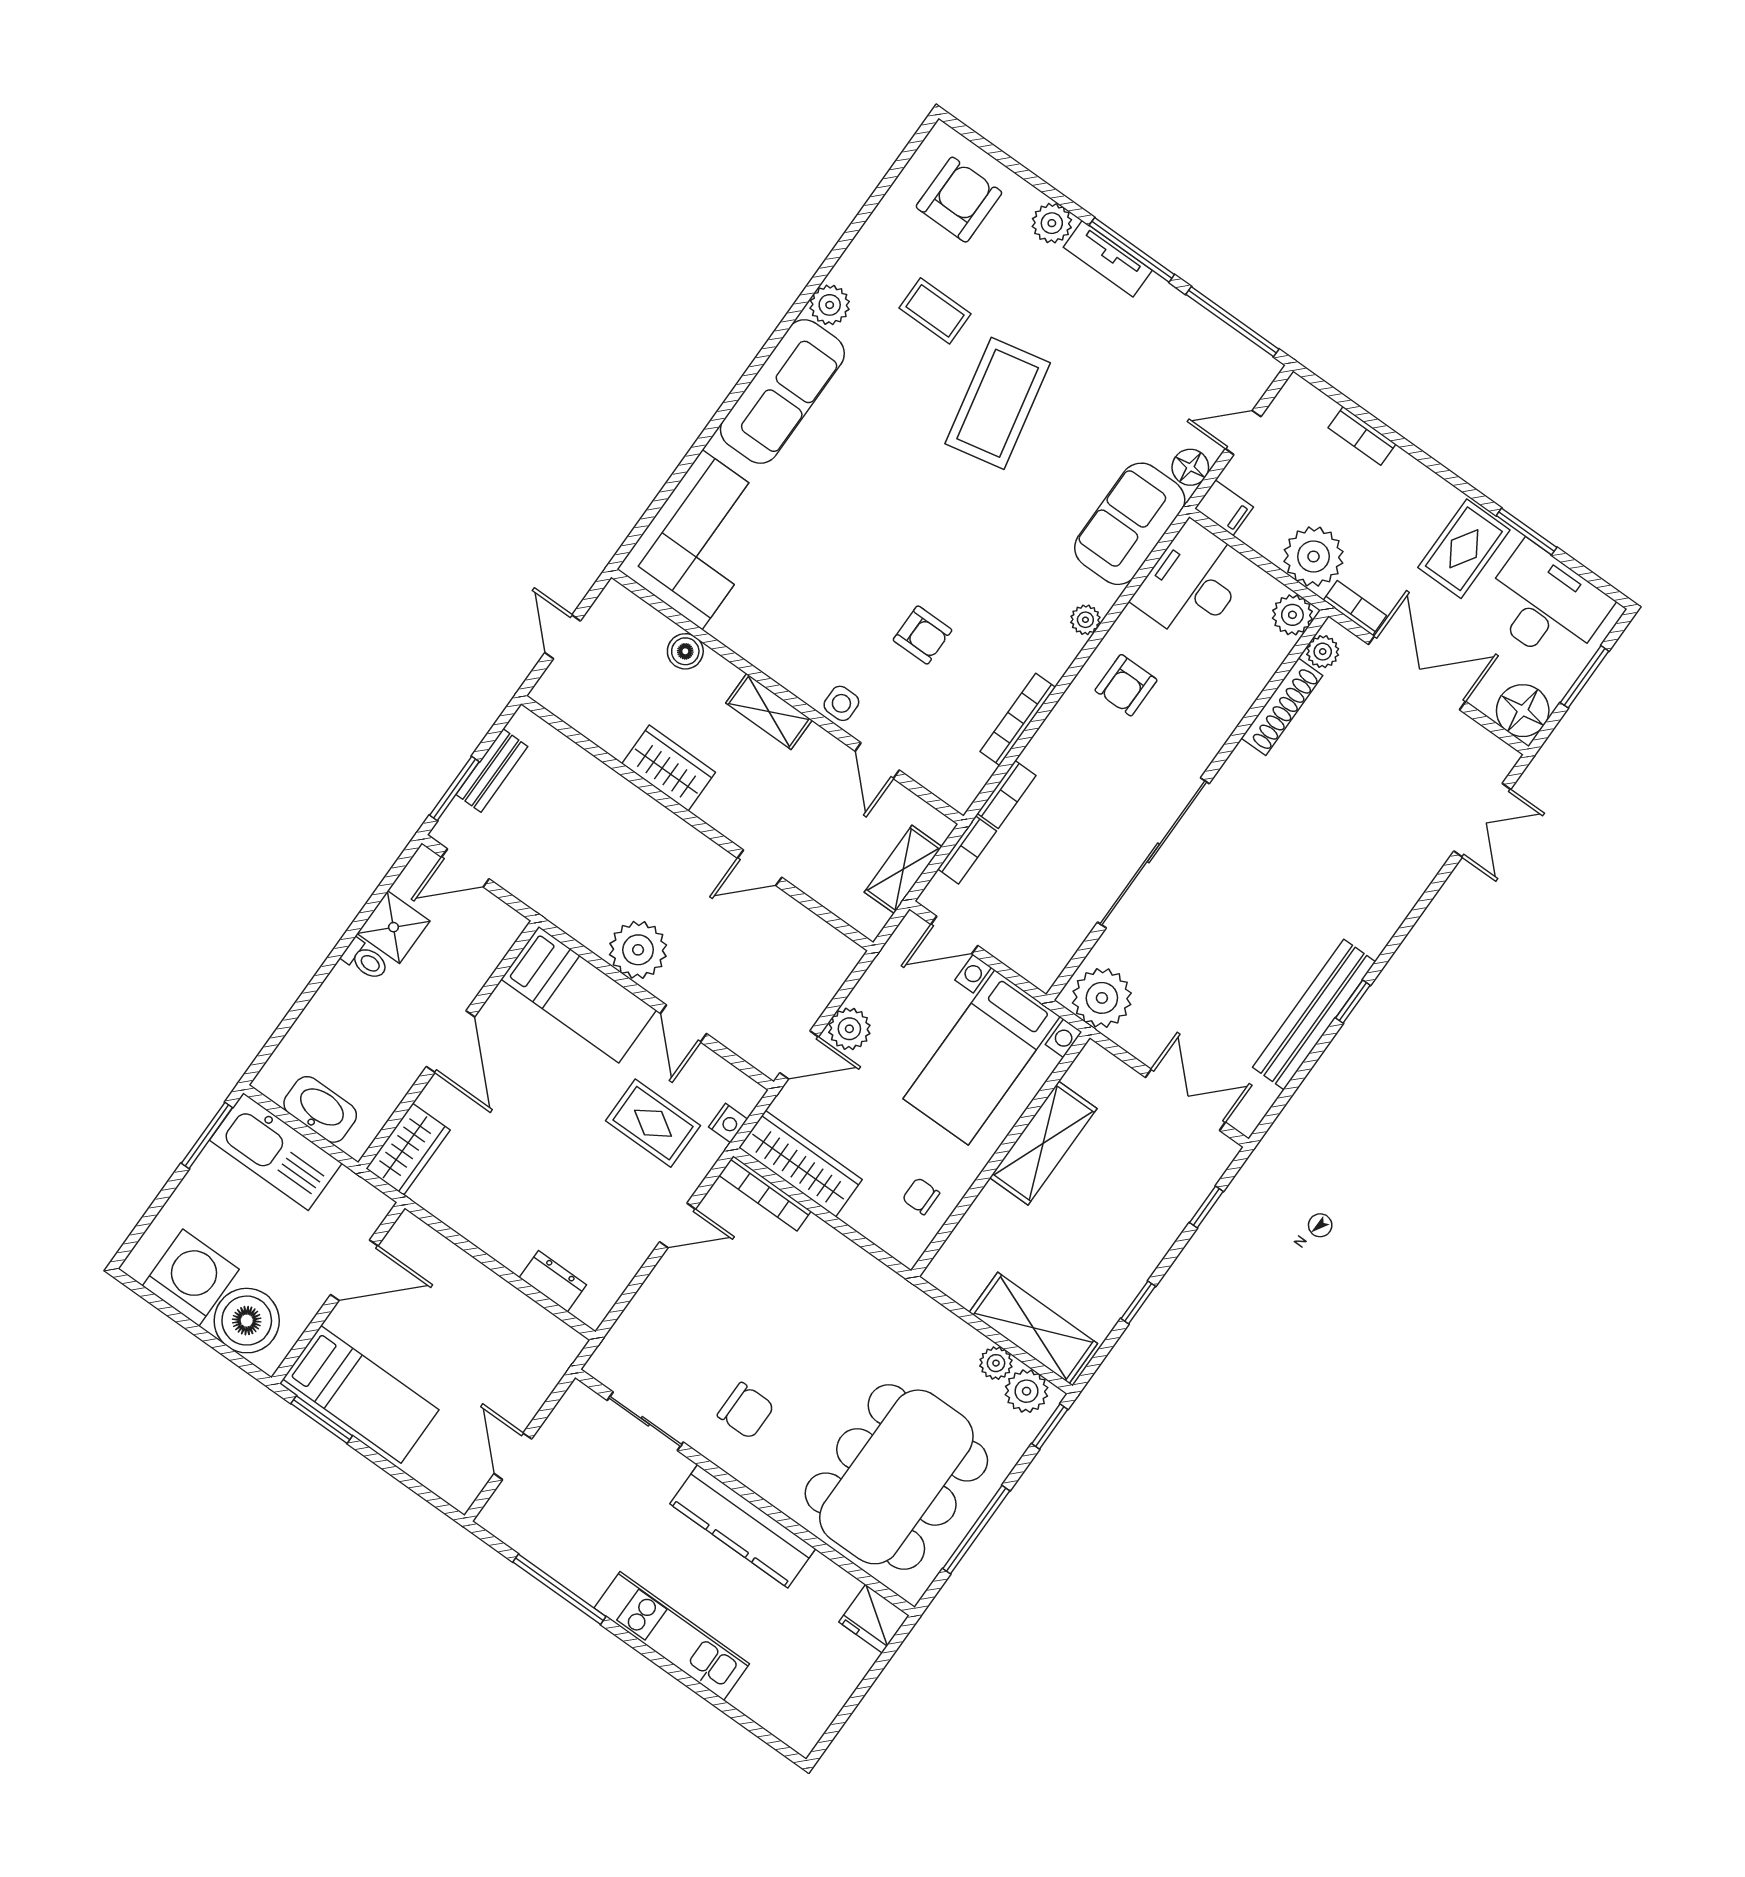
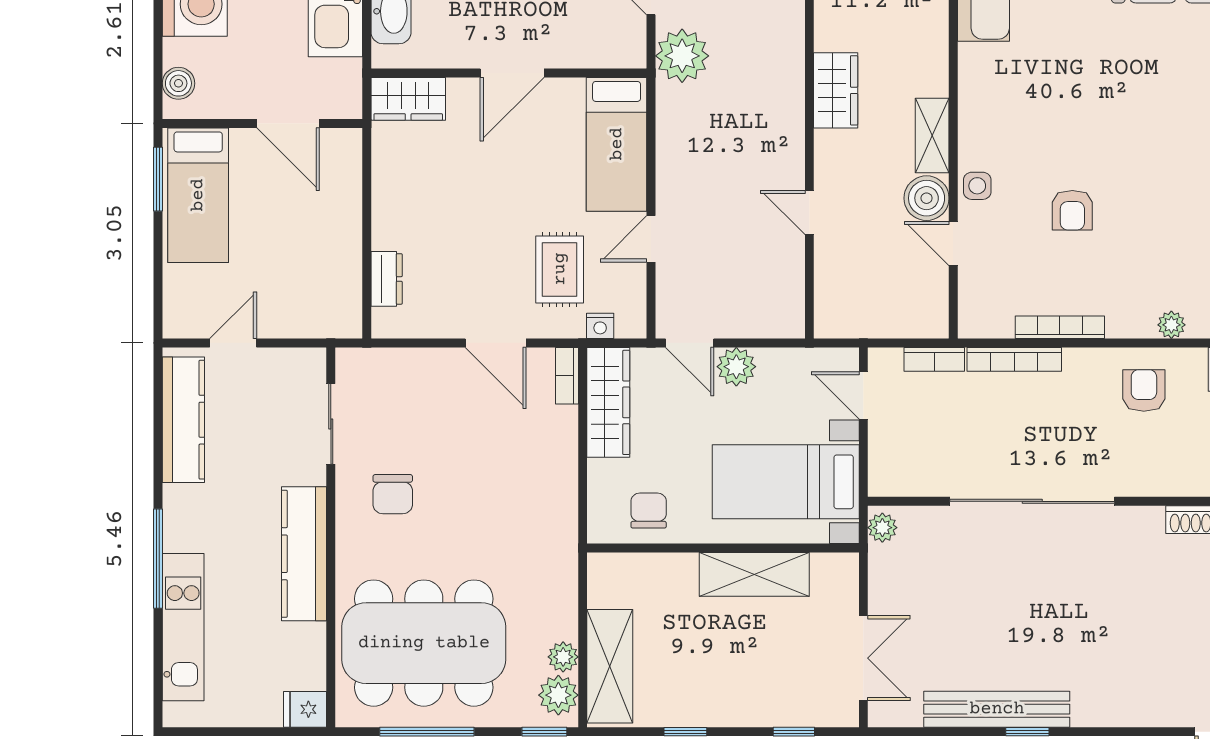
boiler: (685, 651) -> (927, 198), moved, width x1.36, depth x1.36
armchair: (1126, 685) -> (1144, 391), turned 90
door: (877, 761) -> (953, 244), hinge flipped
bookcase: (1007, 794) -> (1014, 359), width x1.56
shelving: (903, 869) -> (885, 322), removed
plant: (638, 950) -> (682, 56), moved
plant: (1102, 998) -> (882, 528), width x0.53, depth x0.53
bookcase: (765, 1193) -> (567, 376), width x0.64
chair: (921, 1196) -> (649, 511), width x1.37, depth x1.37
door: (677, 1225) -> (496, 343), width x1.38
boiler: (247, 1321) -> (178, 83), width x0.54, depth x0.54
kitchen counter: (549, 1548) -> (183, 420), added
window: (559, 1589) -> (158, 559), moved
fridge: (874, 1619) -> (305, 709), width x0.72
kitchen unit: (672, 1636) -> (183, 627), moved

